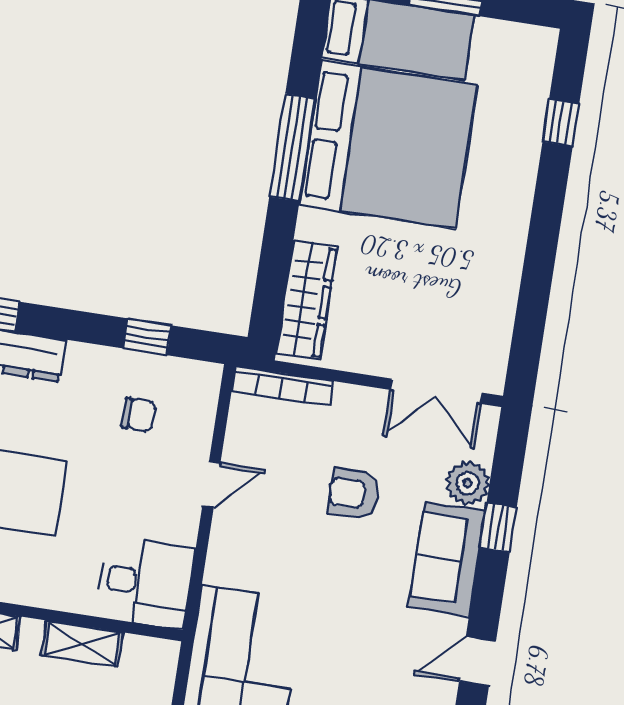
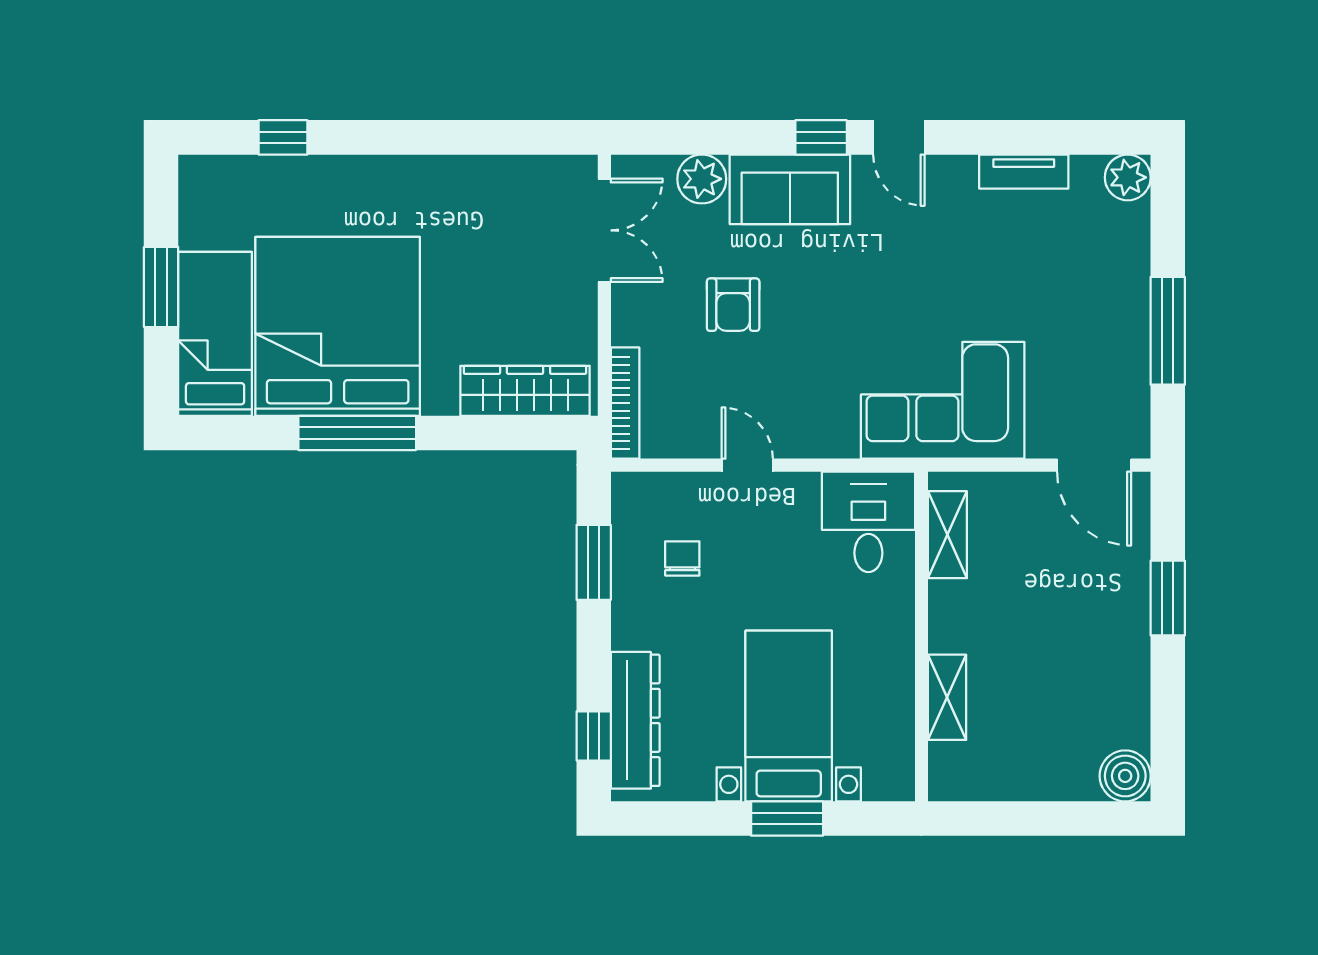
window: (147, 337) -> (594, 562), width x1.50
window: (498, 528) -> (821, 137), moved
shelving: (82, 644) -> (947, 535), moved

